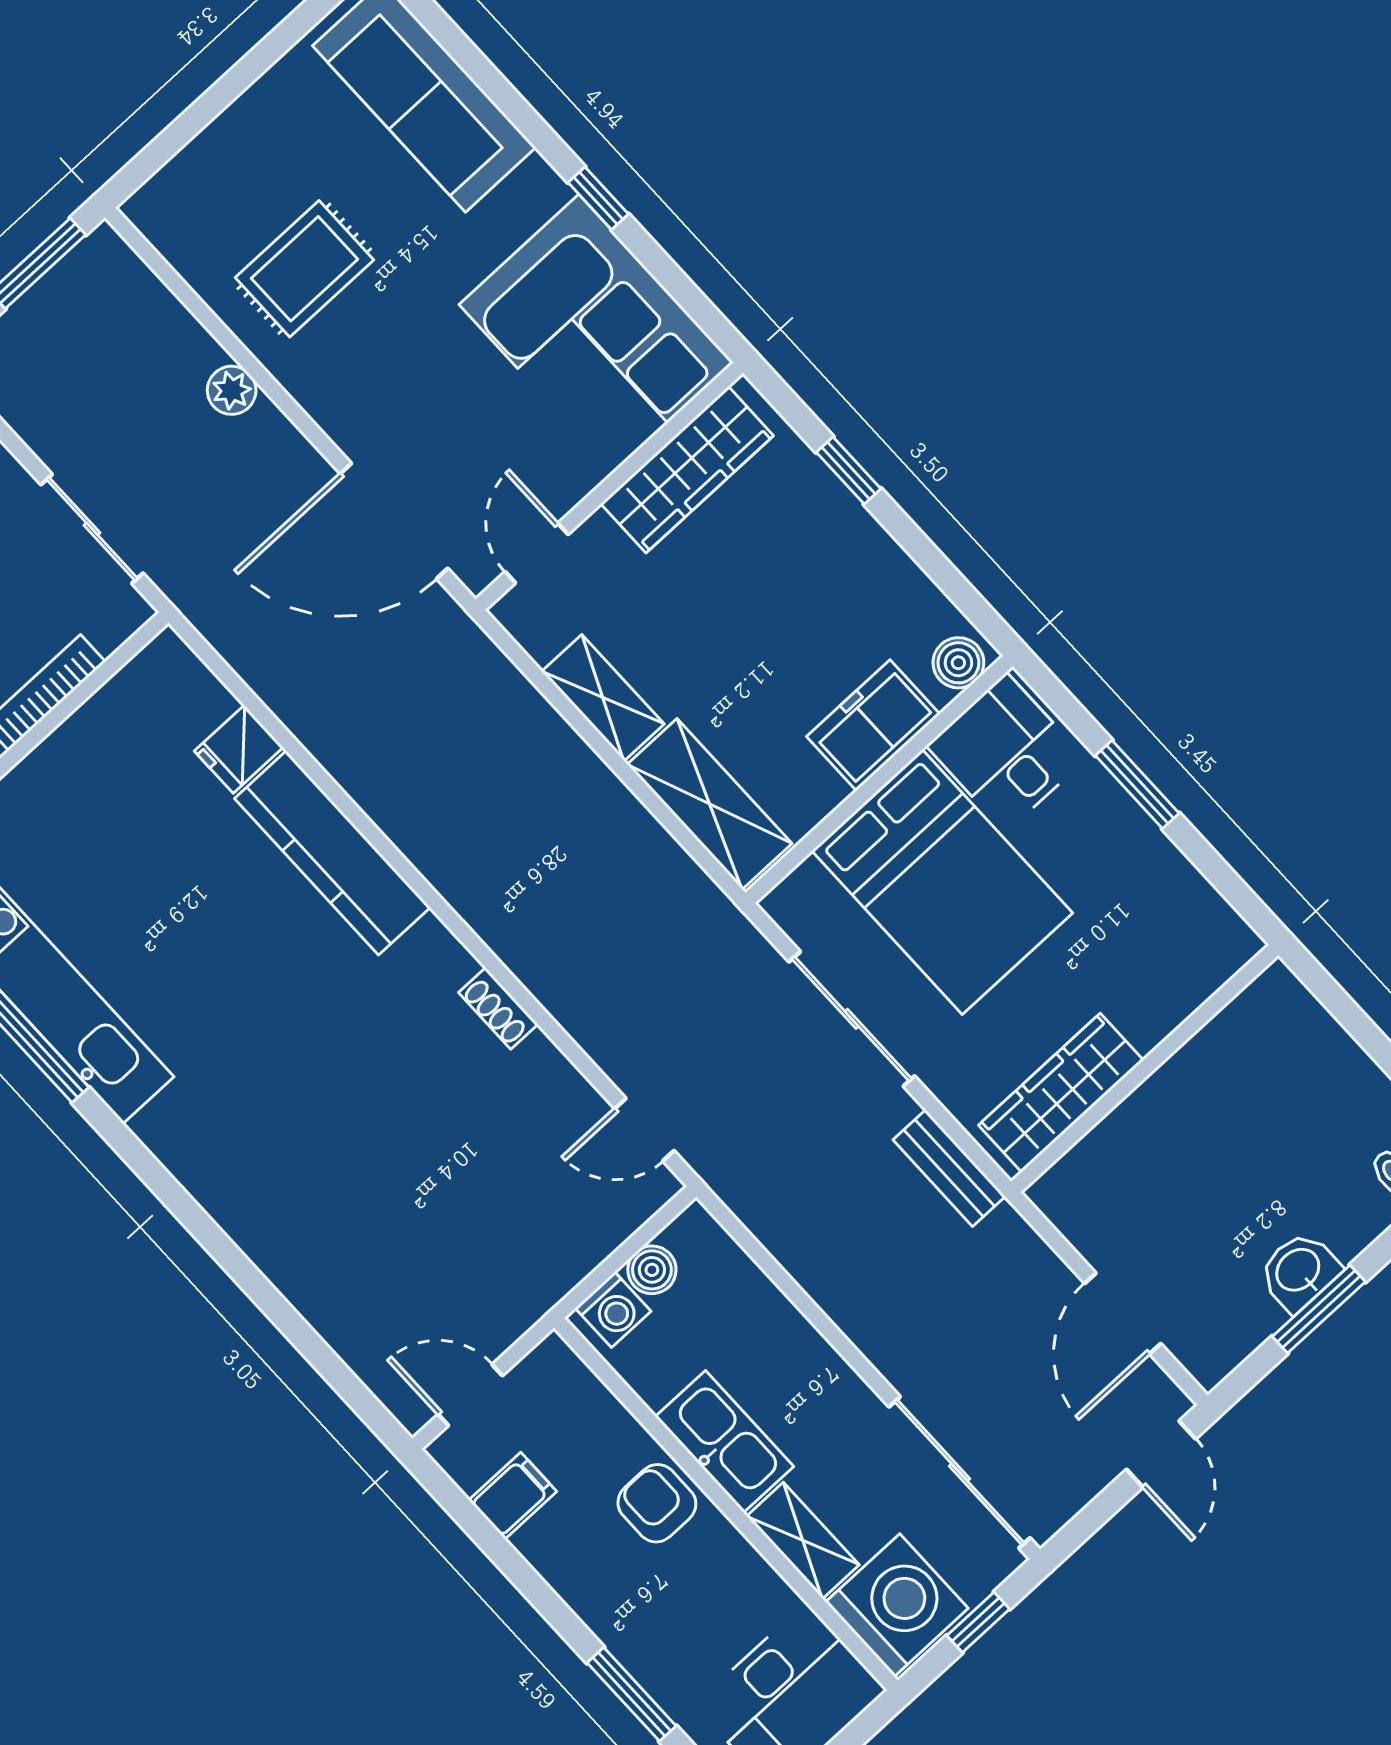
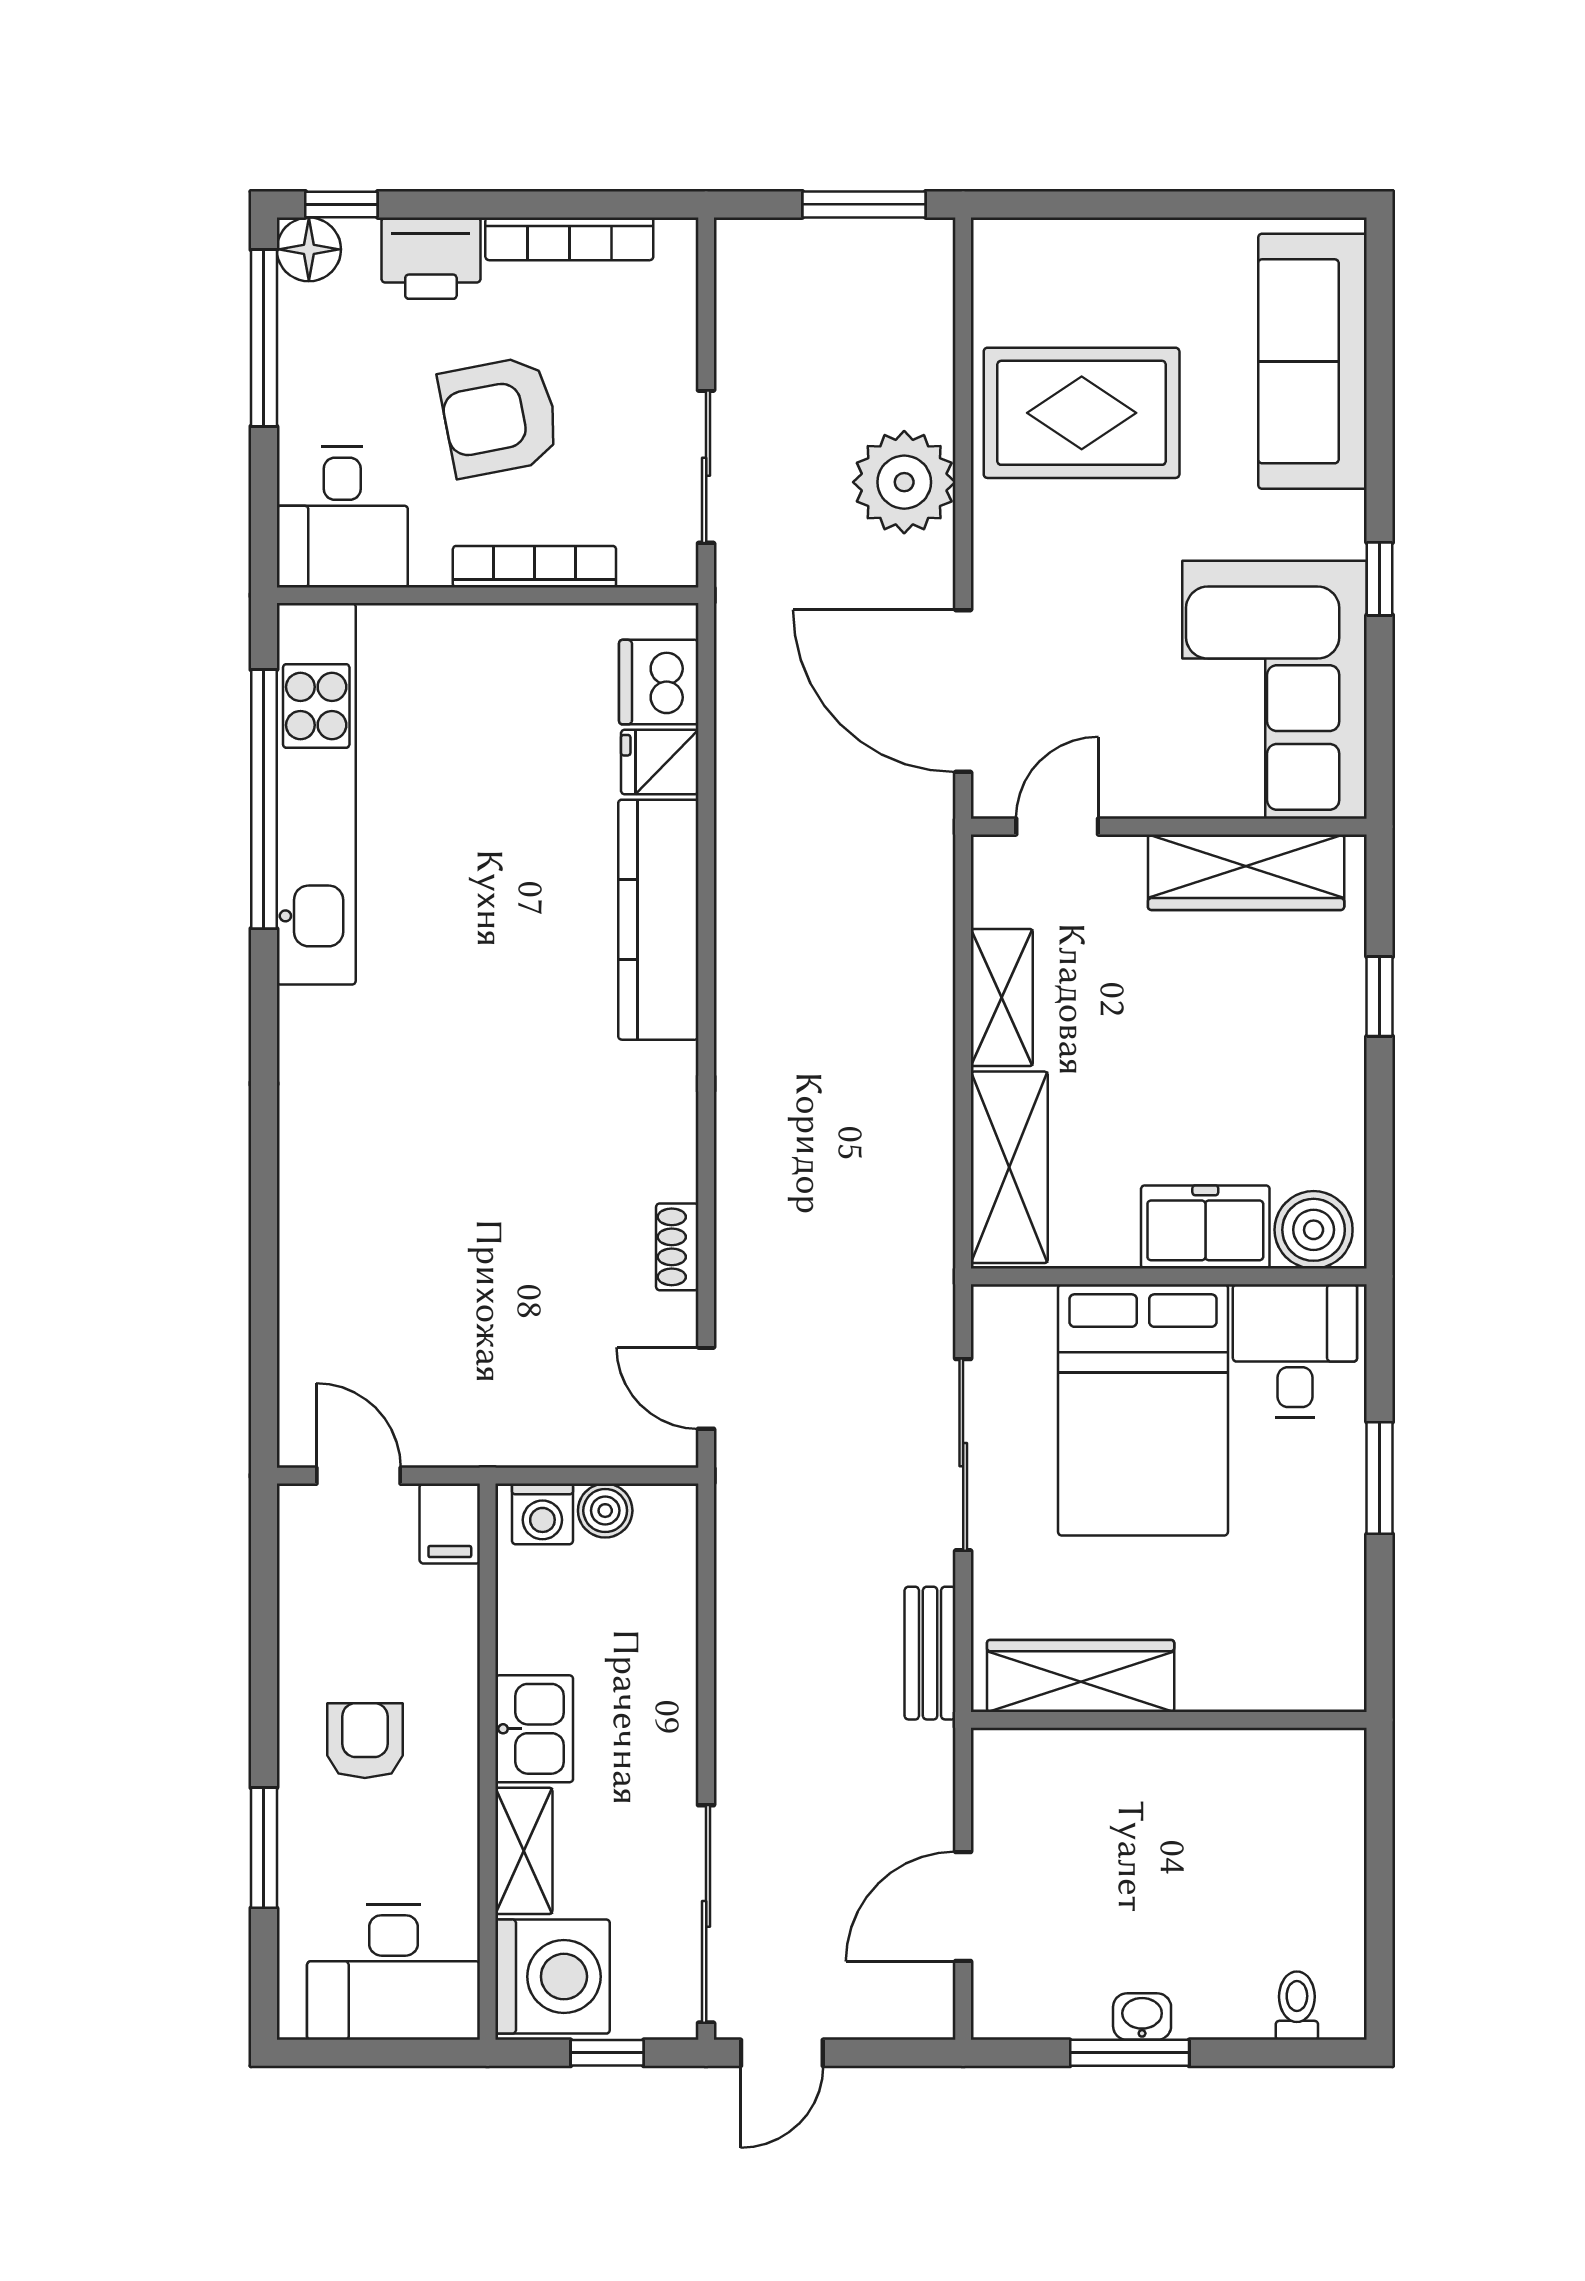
rug: (304, 269) -> (1082, 413), width x1.36, depth x1.43
plant: (232, 390) -> (904, 482), width x1.87, depth x1.87
boiler: (958, 663) -> (1314, 1230), width x1.36, depth x1.36
dishwasher: (190, 698) -> (659, 682), added
shoe rack: (498, 1008) -> (677, 1247), moved
washbasin: (1299, 1271) -> (1142, 2017), width x0.72, depth x0.69
kitchen sink: (724, 1442) -> (534, 1729), width x0.73
door: (1161, 1454) -> (782, 2053), moved
filing cabinet: (513, 1496) -> (450, 1523), moved, turned 90
armchair: (657, 1503) -> (365, 1741), moved

